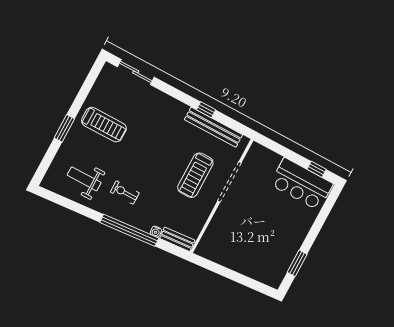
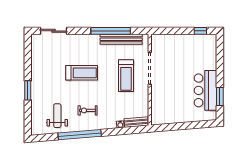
window: (206, 110) -> (111, 31), width x3.17
treadmill: (104, 125) -> (82, 73), moved
weight bench: (84, 179) -> (57, 116), turned 90
bar counter: (301, 184) -> (205, 90), moved, turned 90
window: (129, 230) -> (80, 135), moved

